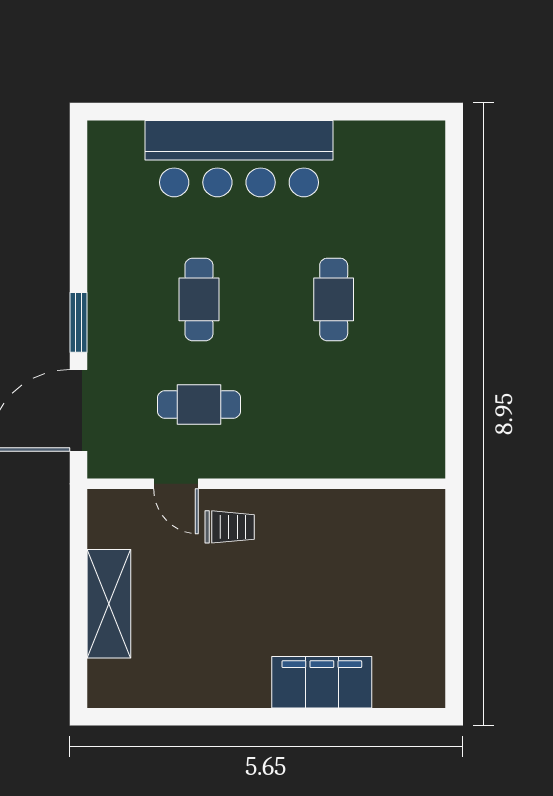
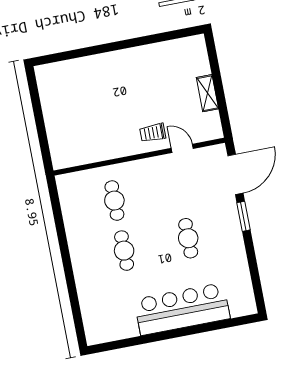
cafe table: (199, 404) -> (114, 201), moved, turned 90
shelving: (109, 604) -> (207, 93), width x0.67, depth x0.75
filing cabinet: (322, 682) -> (95, 67), removed

